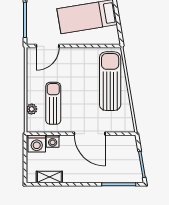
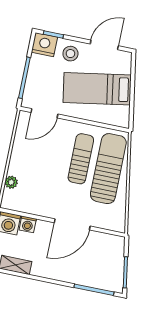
sun lounger: (53, 103) -> (81, 159), moved
door: (90, 134) -> (72, 224), hinge flipped

